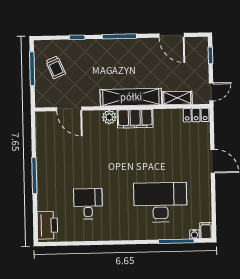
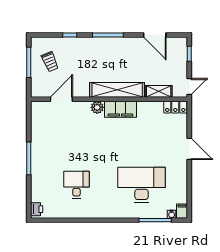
door: (69, 109) -> (61, 99), swing flipped
printer: (47, 225) -> (37, 209), width x0.53, depth x0.68

